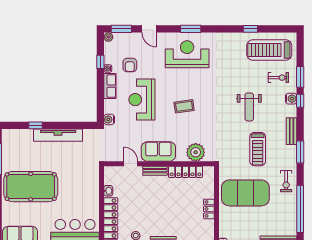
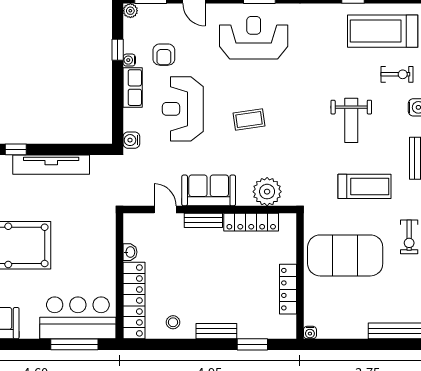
treadmill: (258, 149) -> (364, 186), turned -90
locker: (209, 209) -> (288, 289), width x1.53

